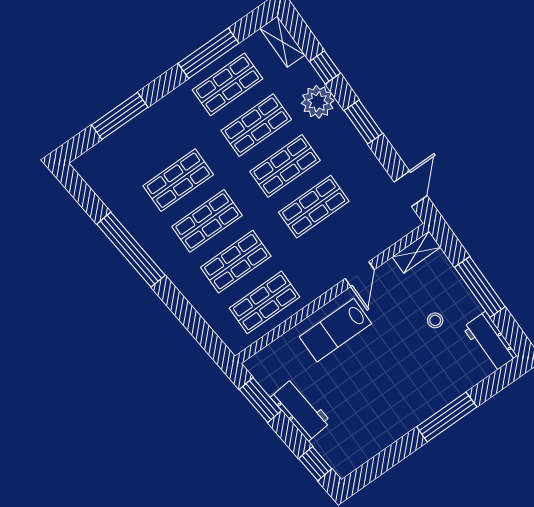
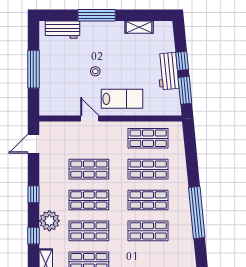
window: (363, 122) -> (33, 194), width x0.67
shelving: (416, 252) -> (139, 27), moved
door: (360, 274) -> (90, 119), hinge flipped
stool: (435, 320) -> (95, 71), moved
workbench: (490, 342) -> (63, 30), moved, turned 90
window: (315, 464) -> (182, 61), moved

